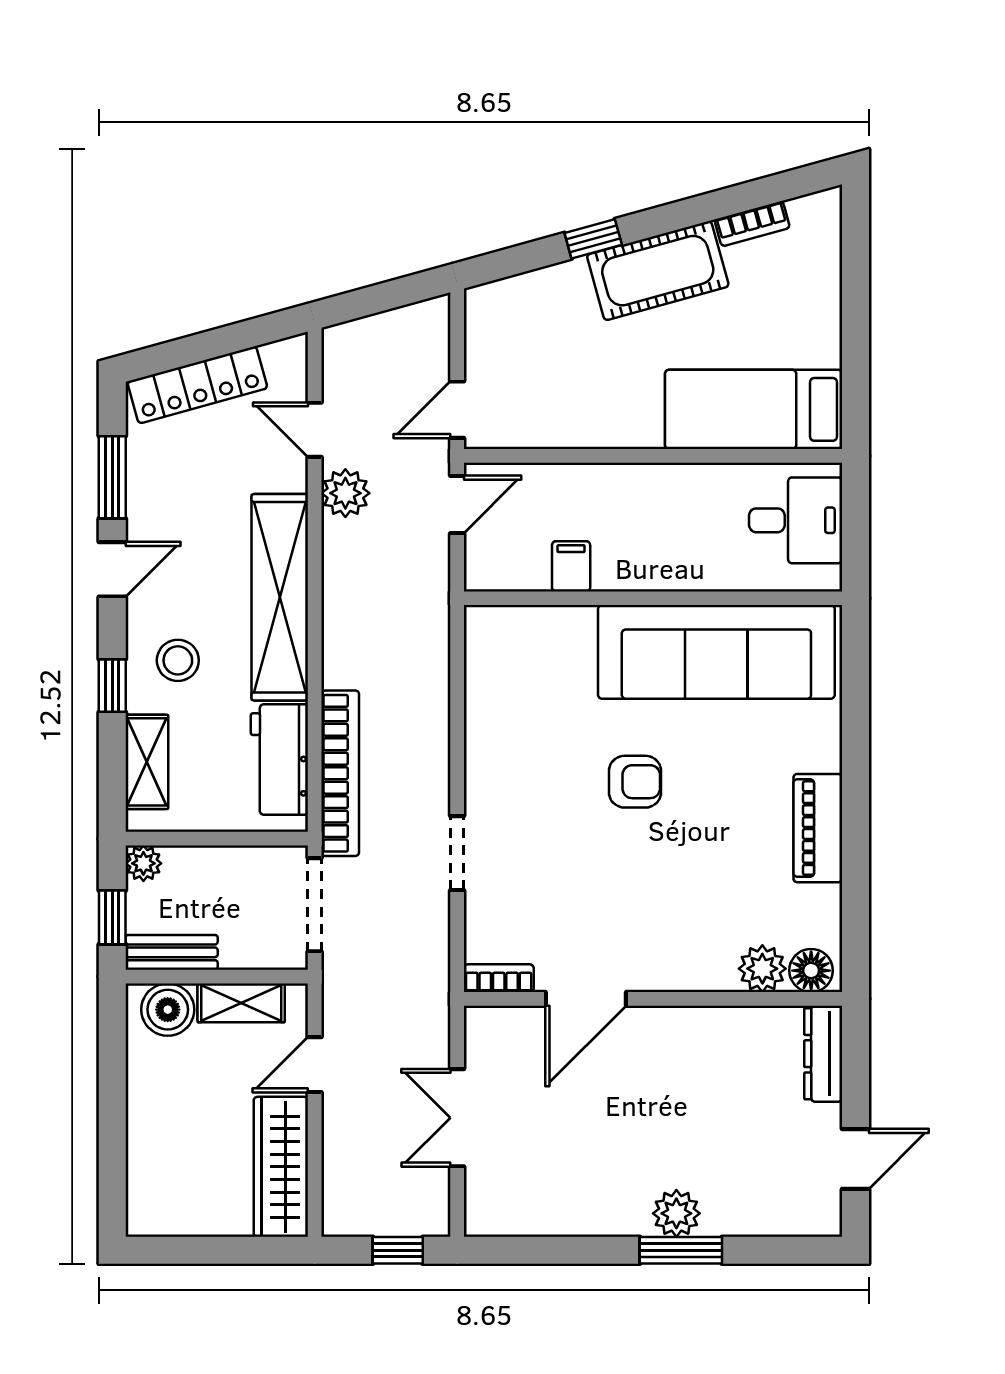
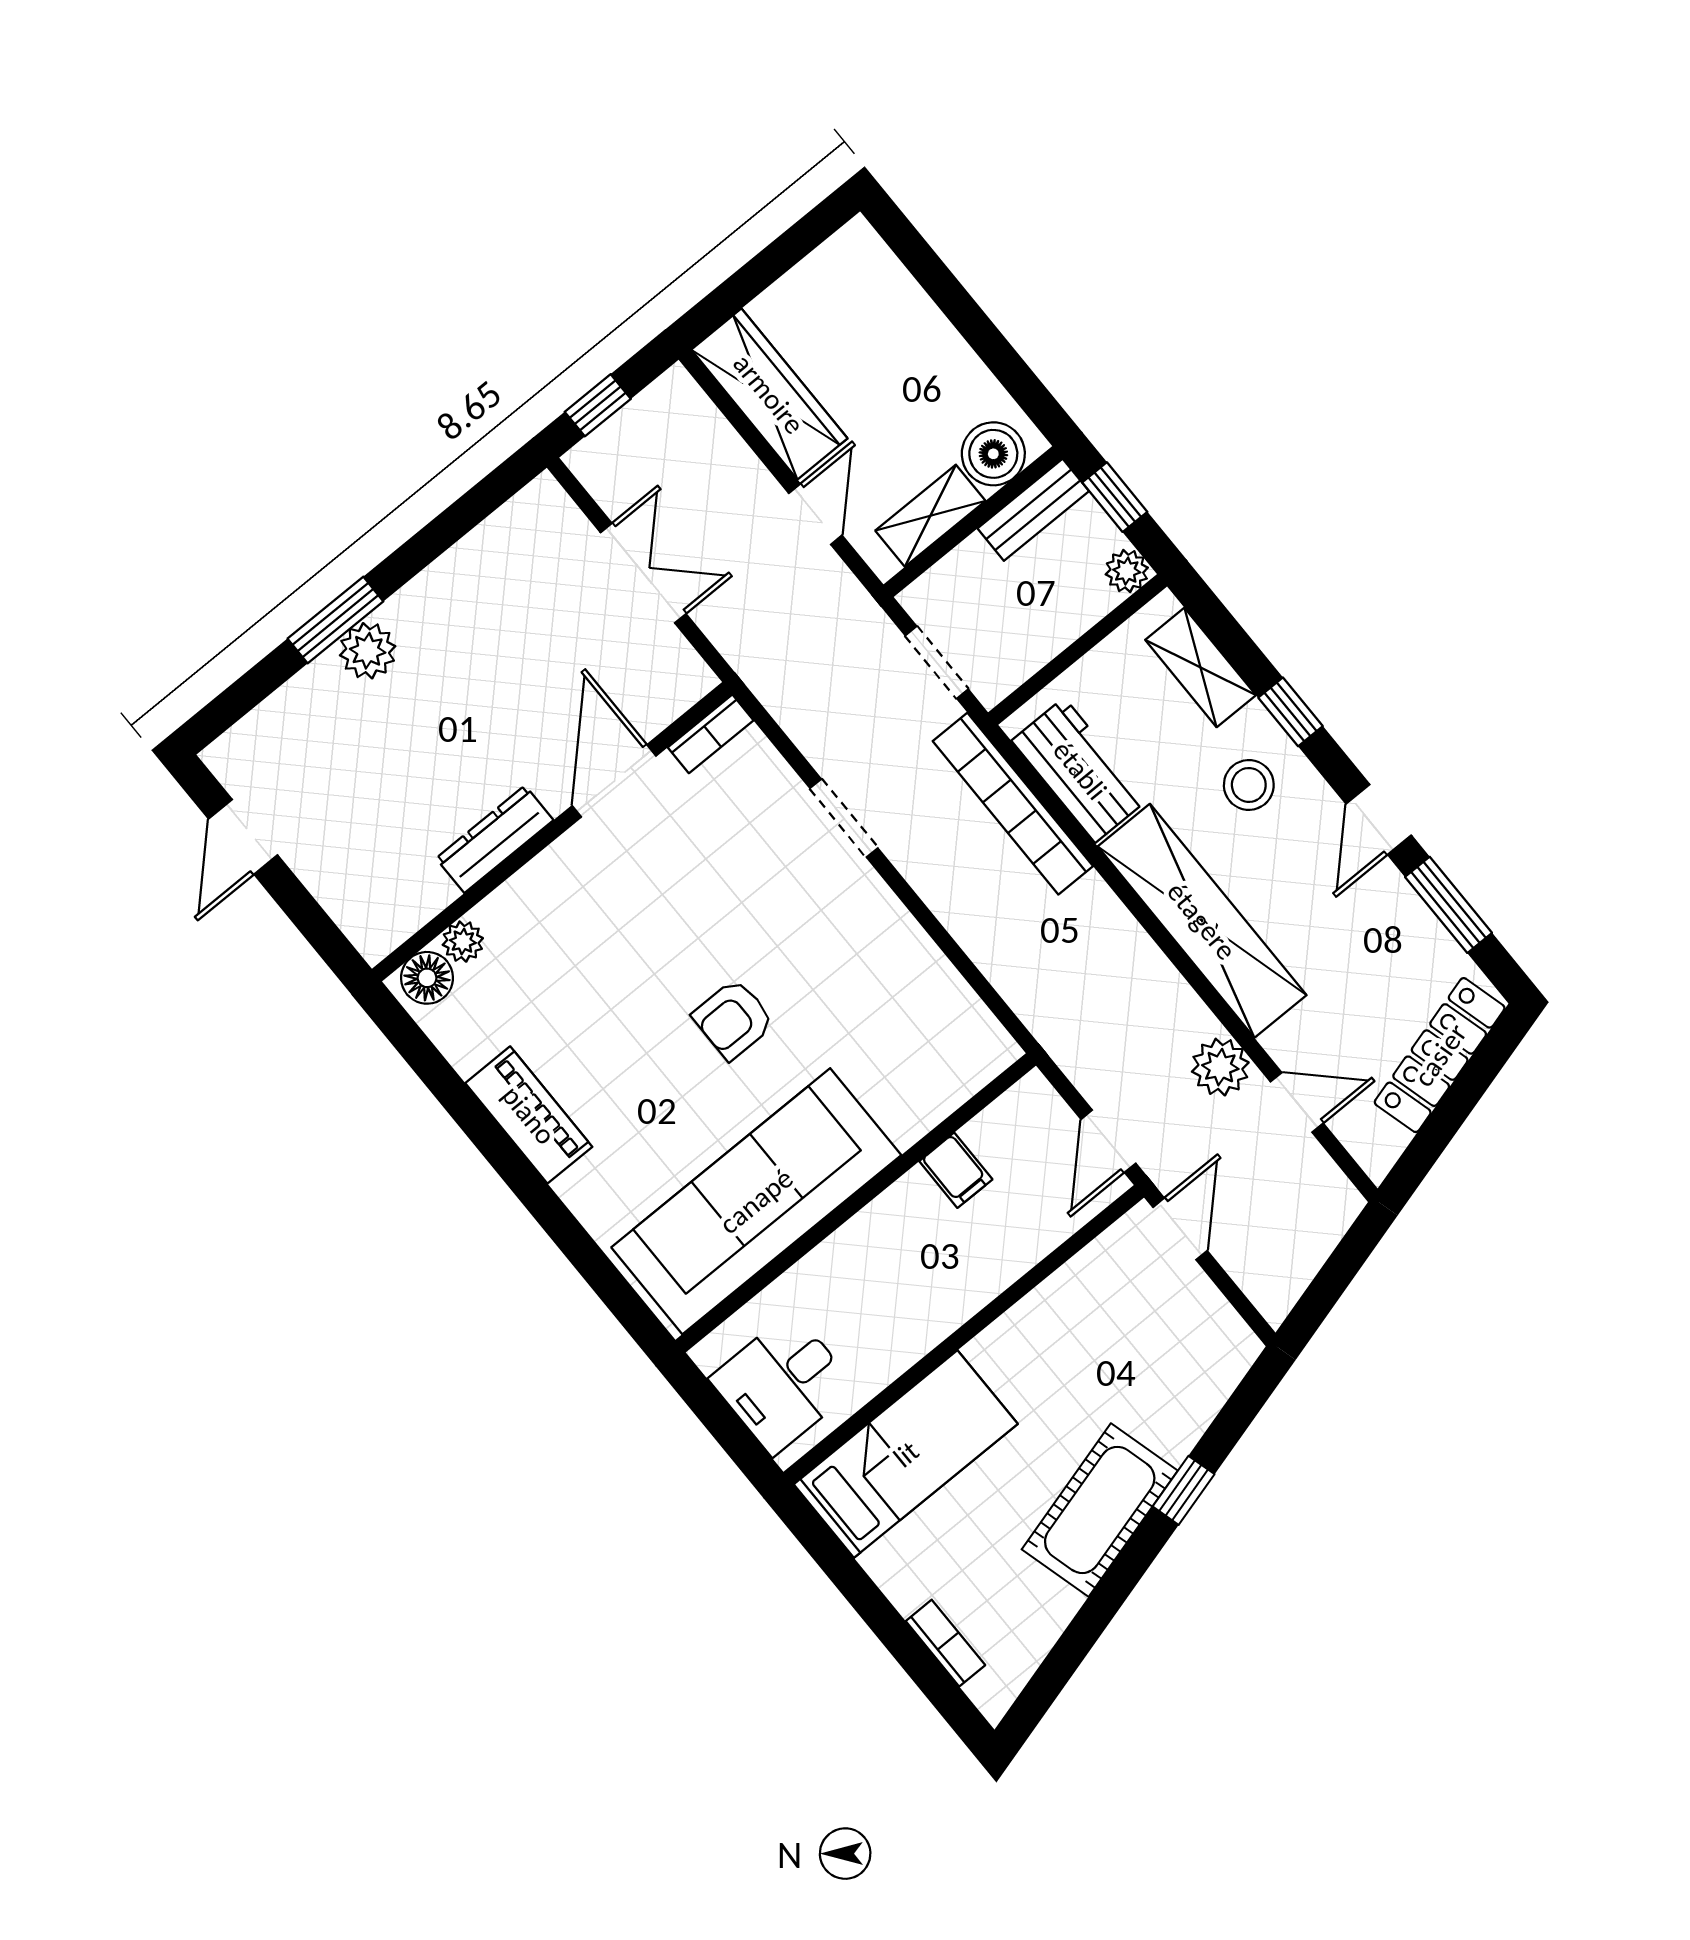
bookcase: (752, 224) -> (945, 1643), moved, turned 105
doorway: (315, 905) -> (937, 662), width x0.73
plant: (762, 969) -> (463, 942), width x0.73, depth x0.73
dresser: (823, 1054) -> (495, 839), moved, turned -90

